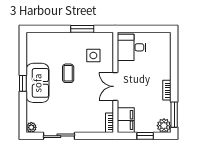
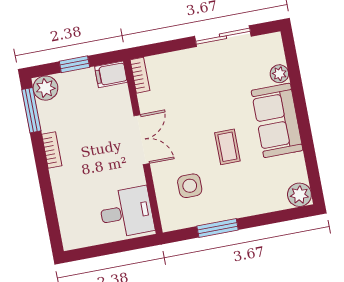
plant: (33, 39) -> (299, 195), added
window: (23, 83) -> (302, 115), removed
filing cabinet: (126, 120) -> (111, 74), width x0.50
plant: (31, 127) -> (279, 74), moved

